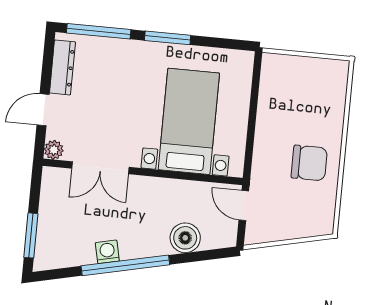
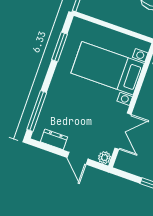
window: (168, 38) -> (59, 47), moved
dresser: (62, 67) -> (54, 139), width x0.70

